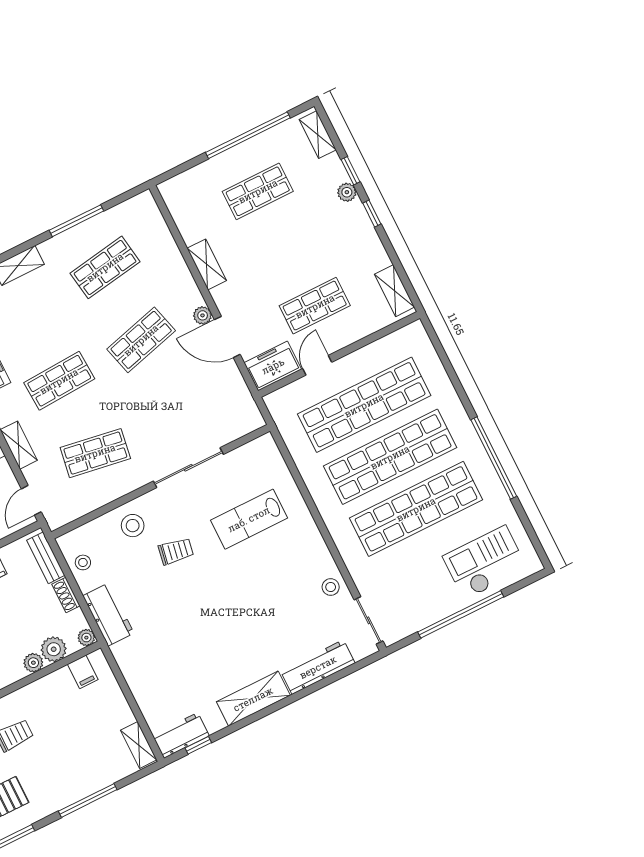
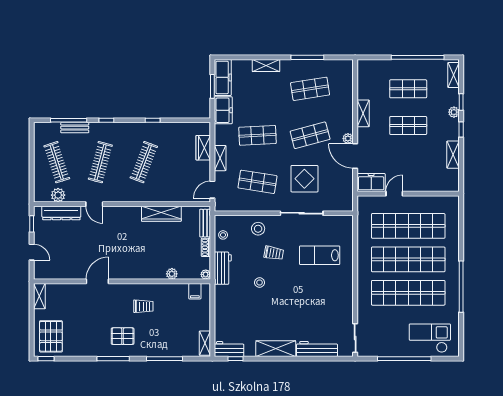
shelving: (394, 291) -> (453, 155), moved
shop shelf: (315, 306) -> (408, 126), moved
display table: (166, 412) -> (304, 179), added
stool: (331, 587) -> (260, 283), moved
plant: (54, 649) -> (186, 272), removed

